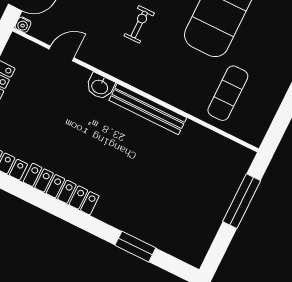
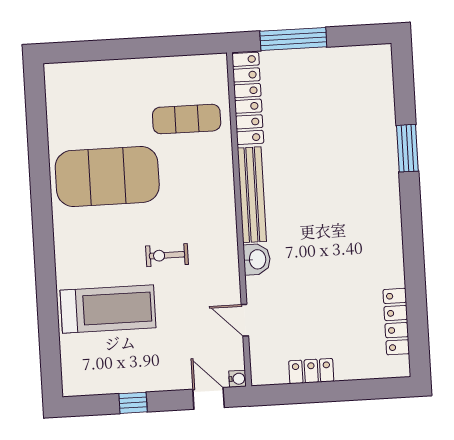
locker: (61, 189) -> (248, 98), moved, turned 180
window: (135, 247) -> (407, 148), moved

